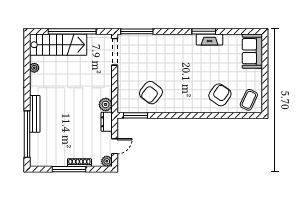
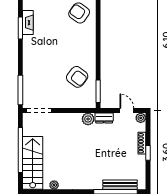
bench: (35, 114) -> (120, 185), moved
window: (69, 169) -> (148, 153), width x0.46

